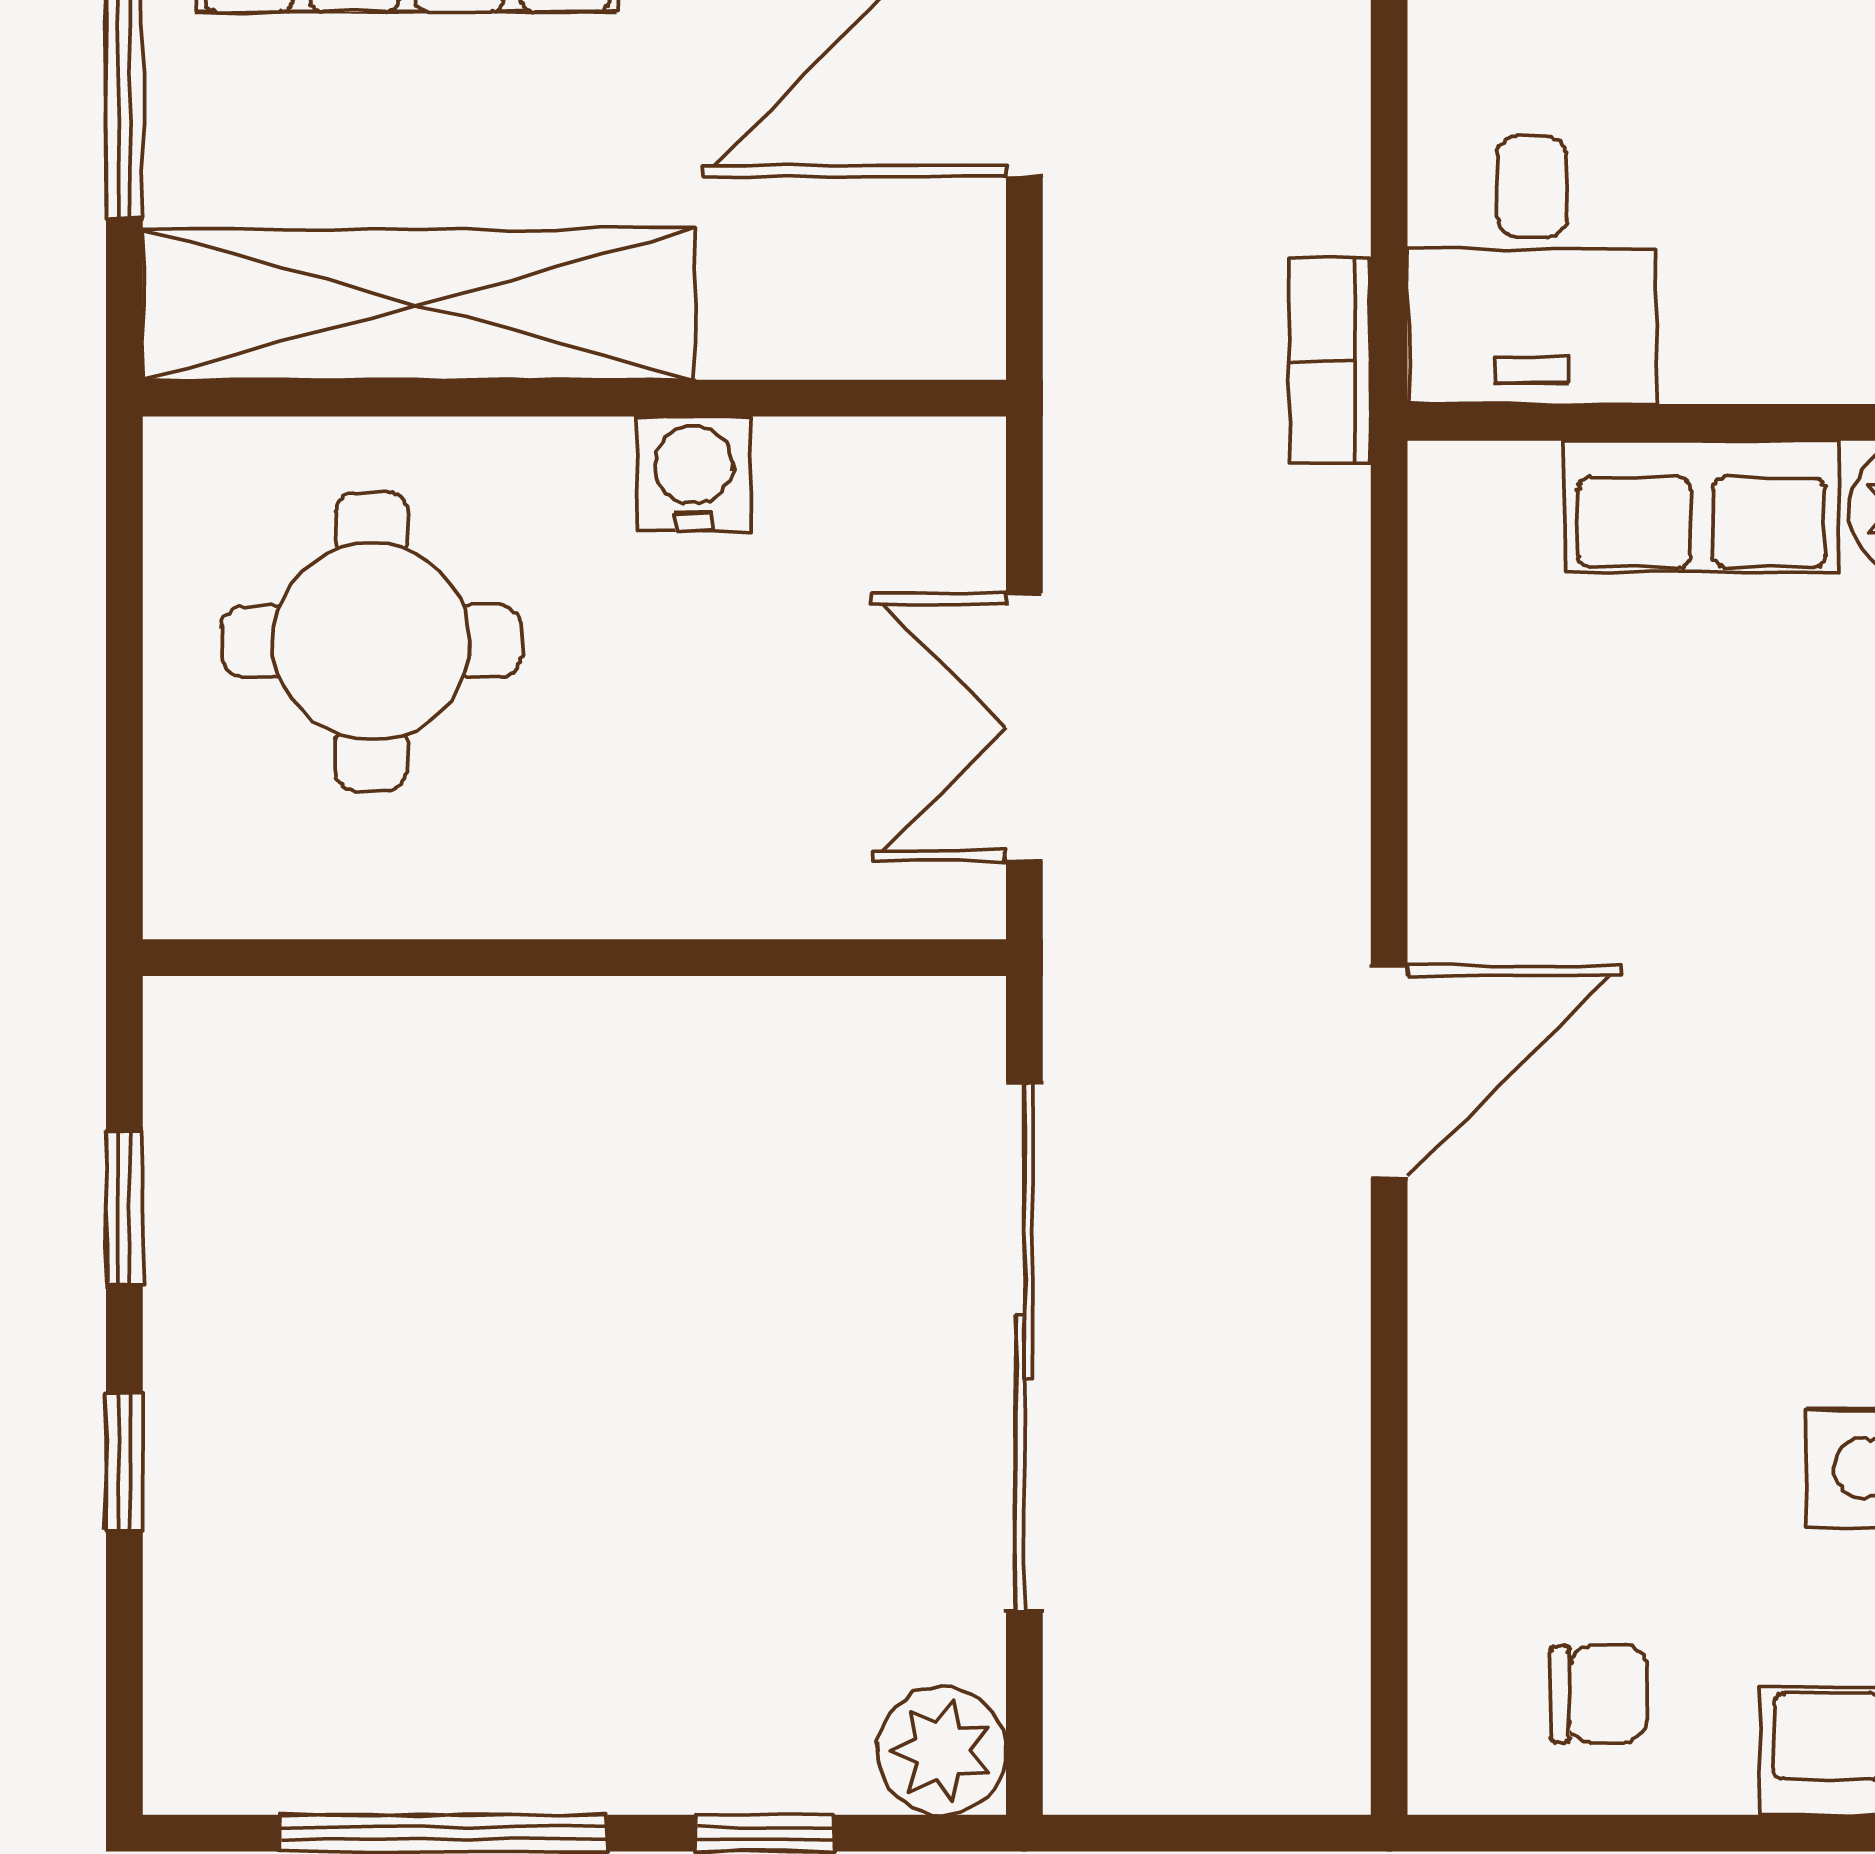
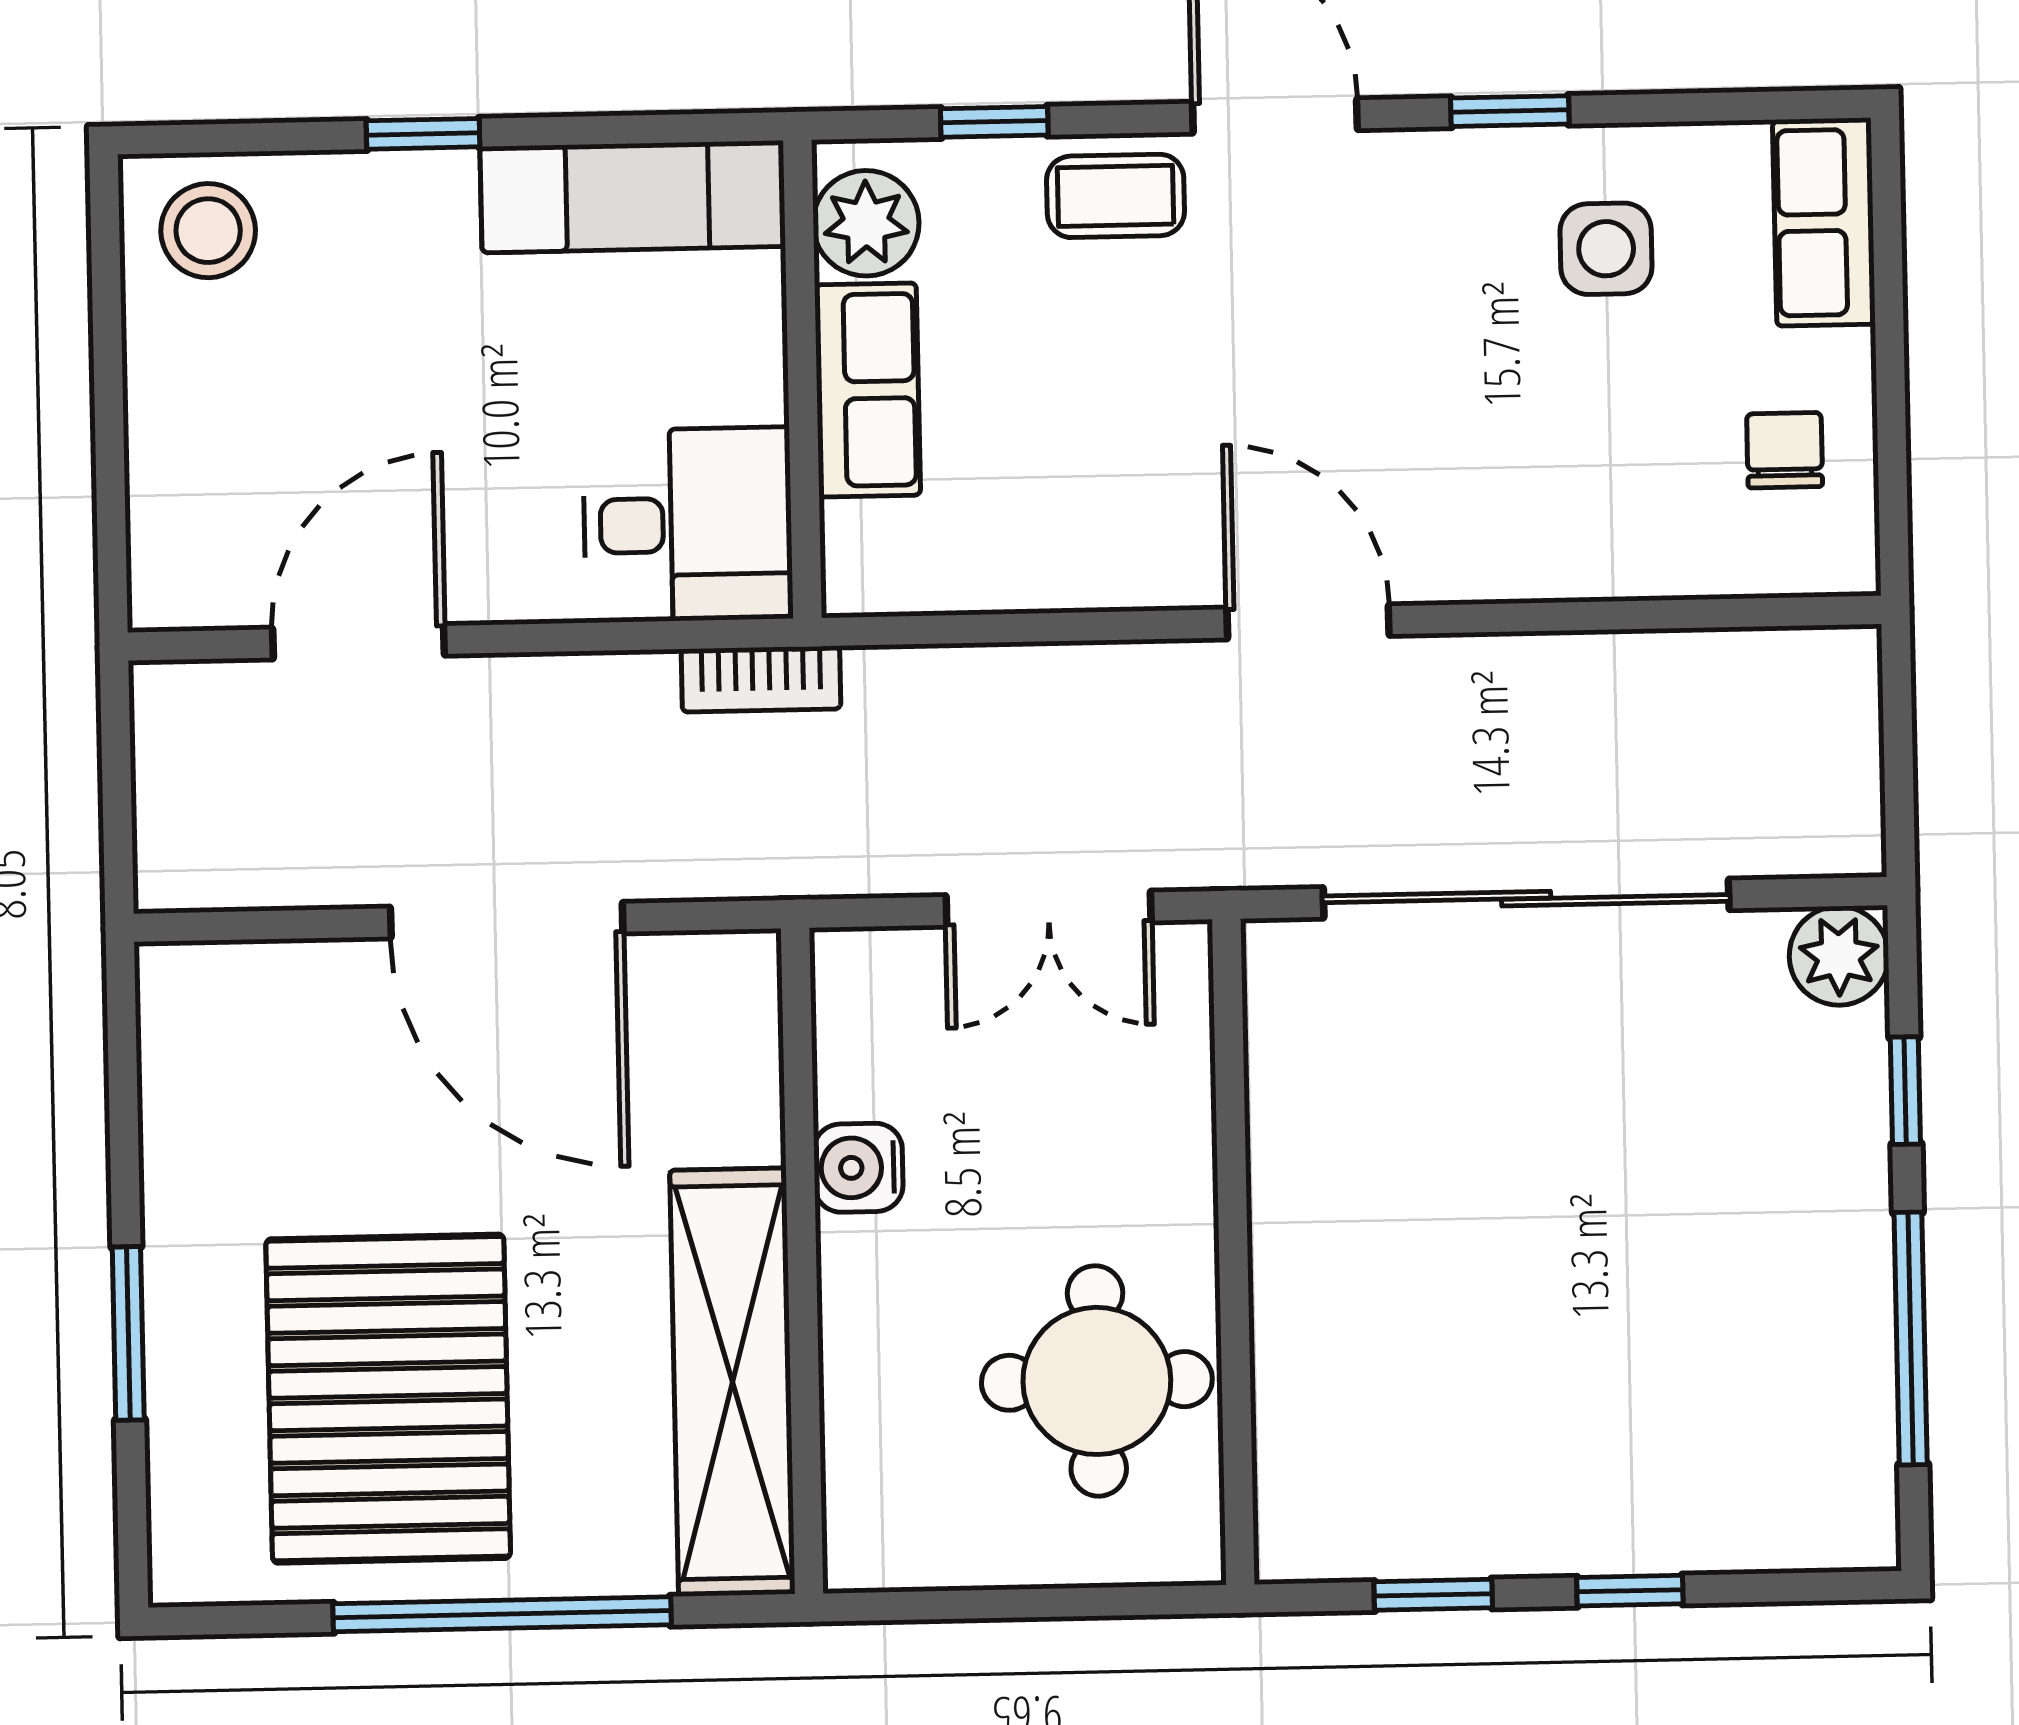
round table: (371, 641) -> (1097, 1381), moved

